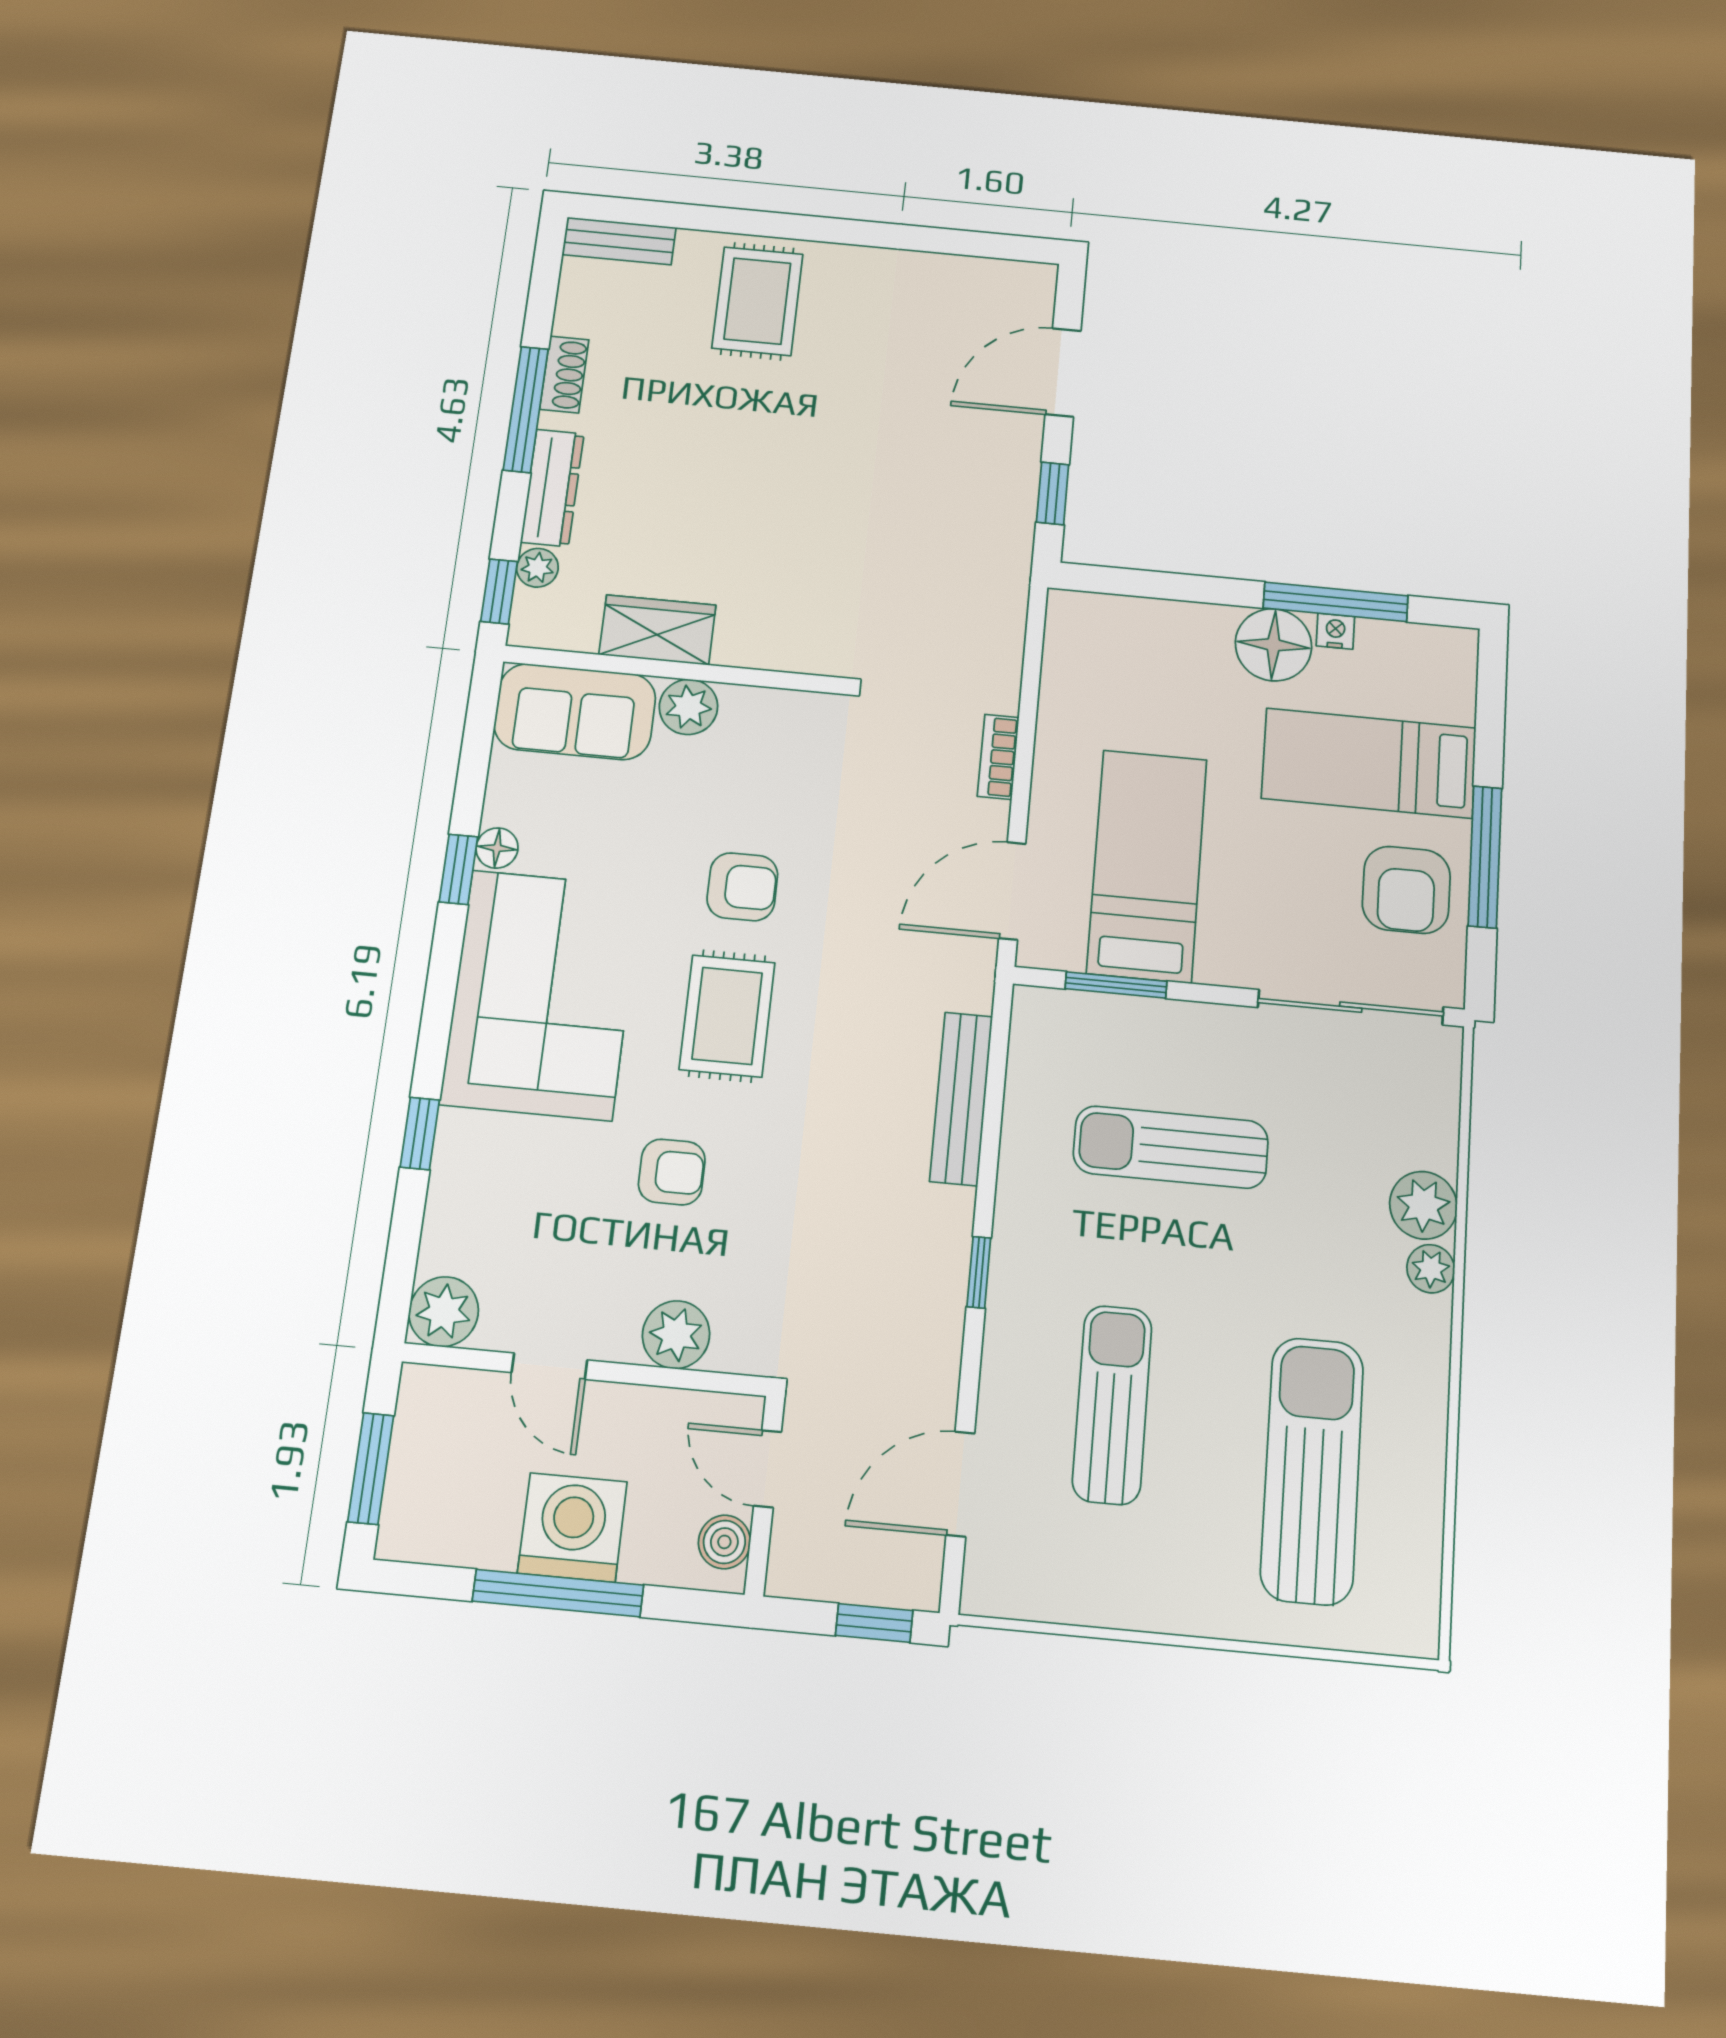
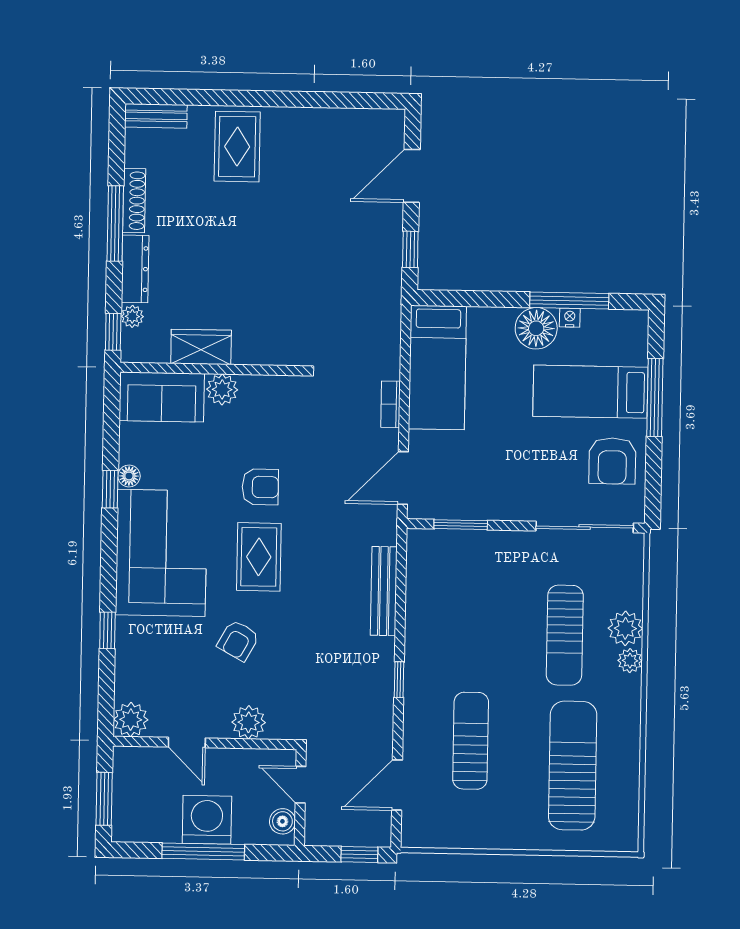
shoe rack: (564, 374) -> (134, 201), width x1.43
window: (1485, 857) -> (655, 397), moved
bed: (1147, 866) -> (437, 367), moved, turned 180
sun lounger: (1171, 1147) -> (565, 635), moved, turned -90
armchair: (672, 1172) -> (238, 640), turned 119

